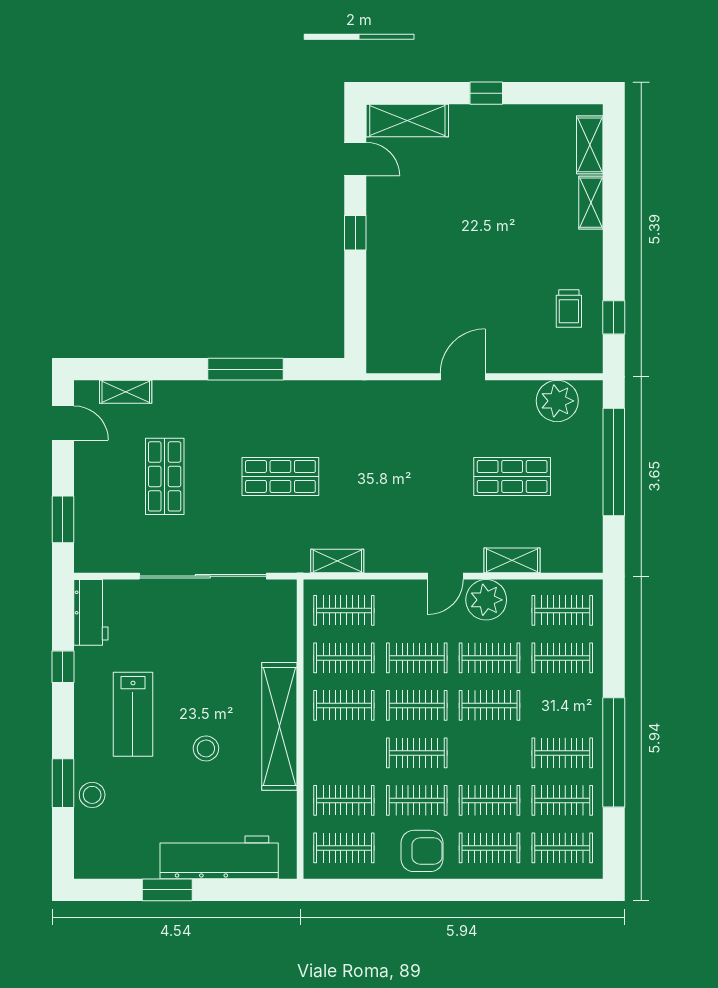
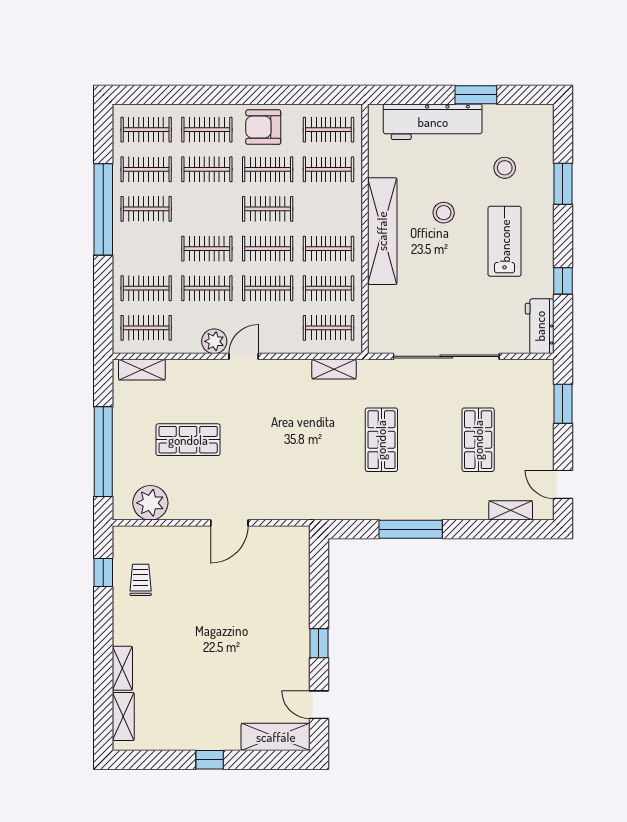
shop shelf: (280, 476) -> (381, 440), turned 90
shelving: (512, 560) -> (142, 370), moved
plant: (486, 600) -> (214, 341), width x0.73, depth x0.73
stool: (92, 795) -> (505, 168), moved

